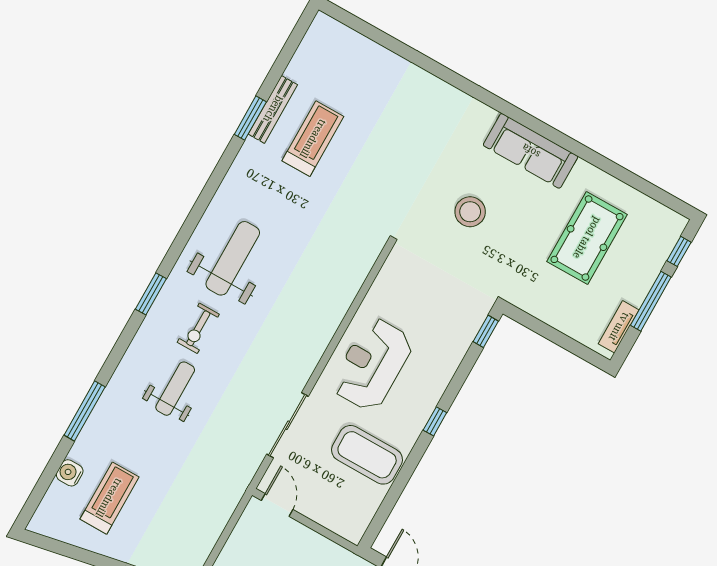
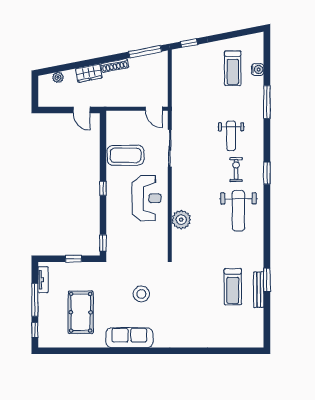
plant: (335, 297) -> (181, 220), added
window: (549, 333) -> (73, 259), added

